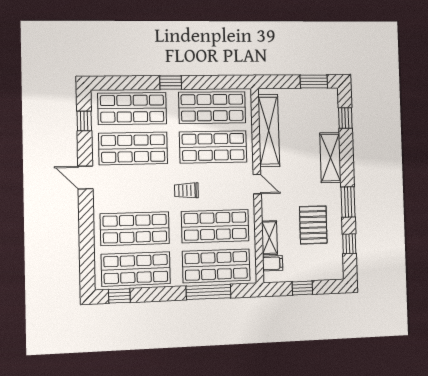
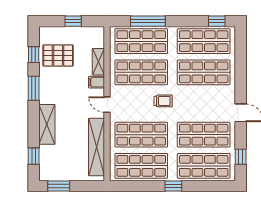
pallet: (313, 225) -> (58, 55), moved, turned 90
filing cabinet: (273, 263) -> (96, 82), moved

